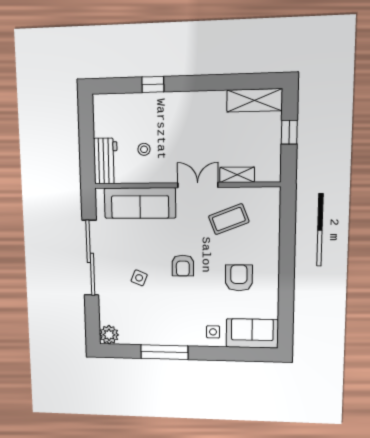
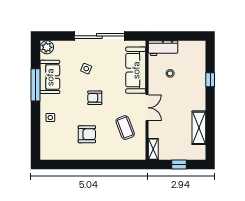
shelving: (254, 100) -> (199, 128), moved
shelving: (237, 175) -> (153, 149), moved
sofa: (252, 333) -> (50, 77), moved

